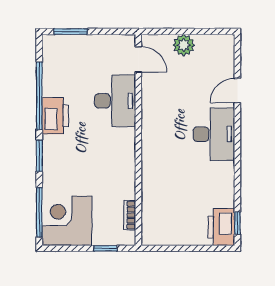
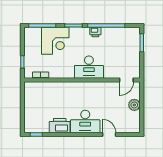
desk: (115, 101) -> (89, 67), moved
printer: (55, 116) -> (95, 32), width x0.53, depth x0.68
corner desk: (67, 221) -> (55, 41), moved, turned 90
printer: (221, 227) -> (60, 126), moved

